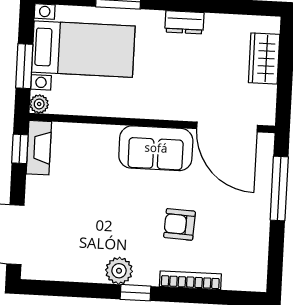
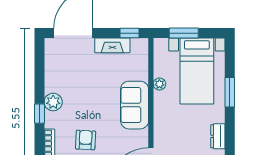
plant: (39, 104) -> (159, 84), moved
fireplace: (39, 148) -> (112, 45), moved
sofa: (156, 148) -> (135, 105), moved

